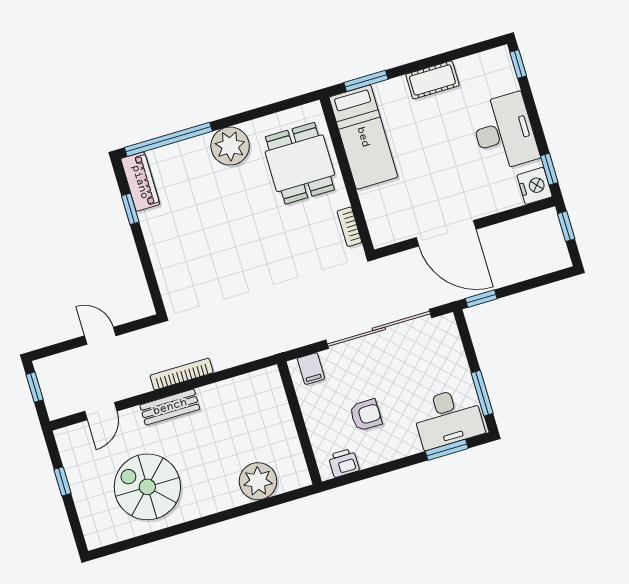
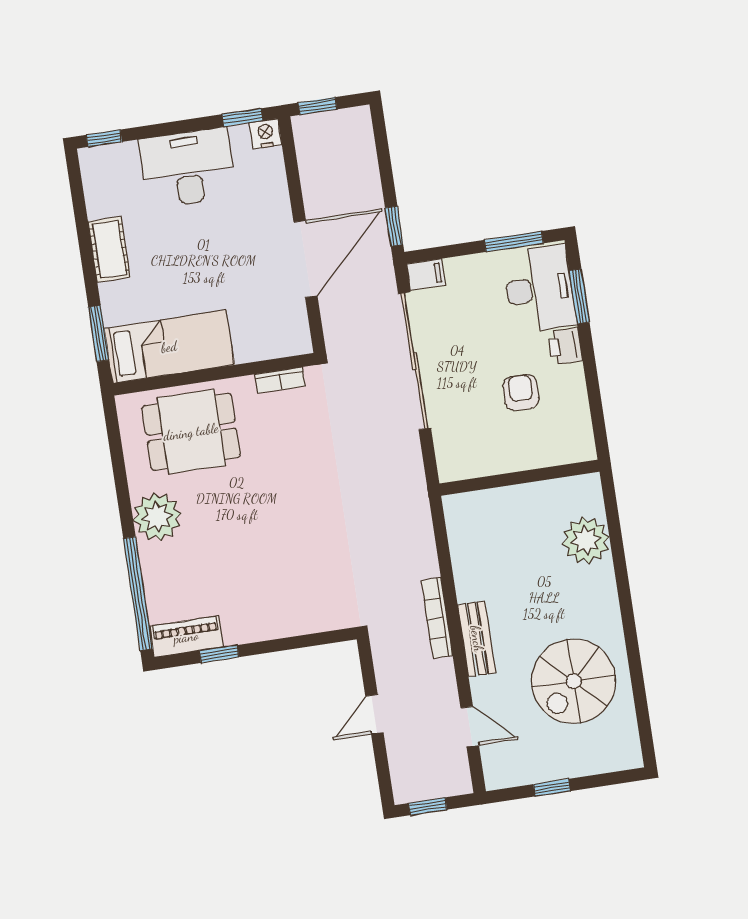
nightstand: (535, 186) -> (266, 134), width x0.74, depth x0.75
filing cabinet: (311, 369) -> (426, 275), moved
printer: (344, 463) -> (565, 346), moved

